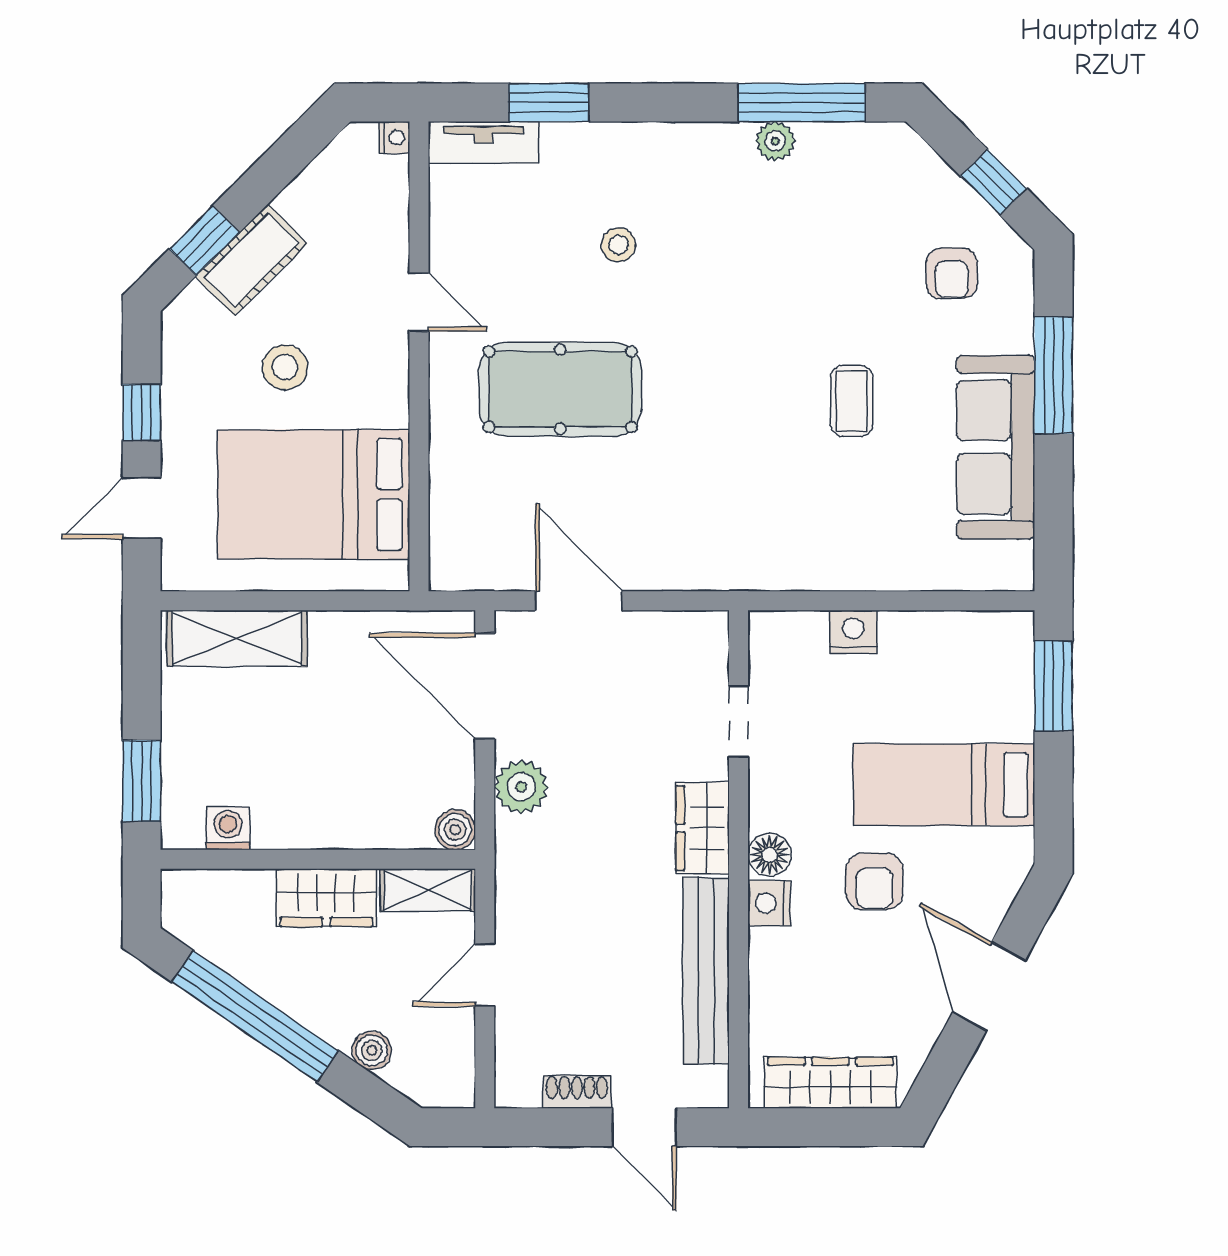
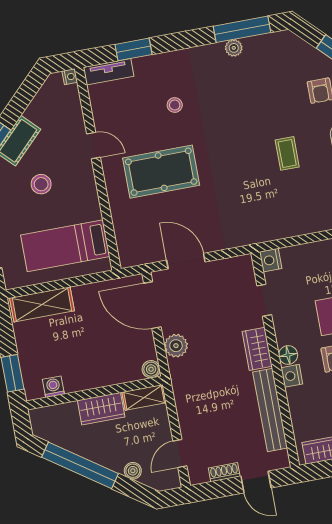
bed: (314, 494) -> (65, 246), width x0.67
nightstand: (853, 632) -> (271, 260), moved, turned -90
door: (485, 975) -> (180, 454), moved

